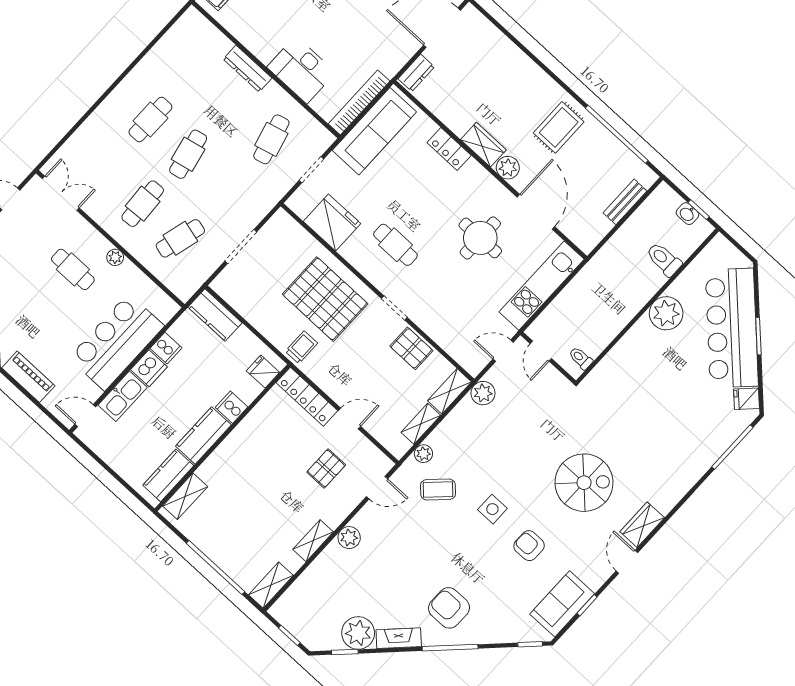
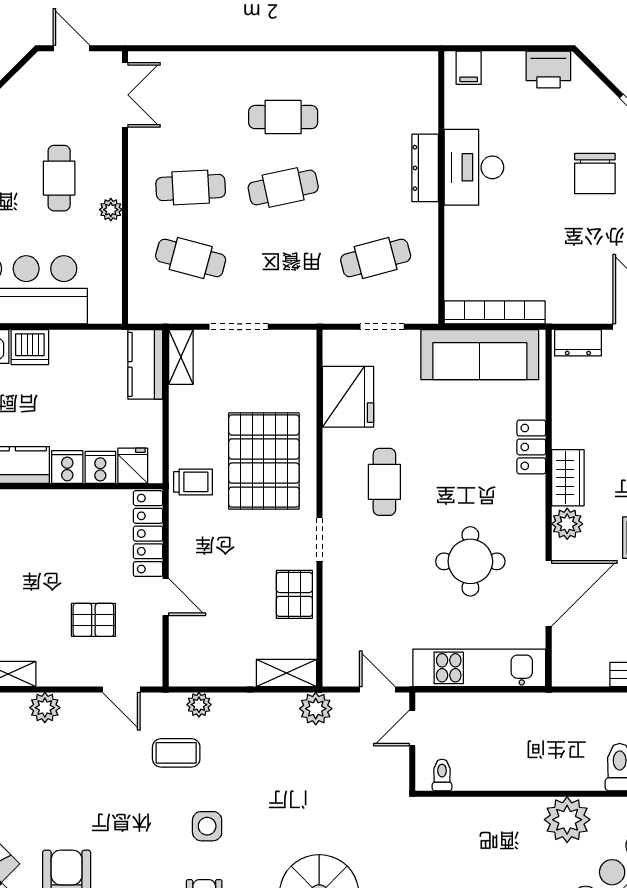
desk: (301, 70) -> (474, 167), moved
cooker: (166, 348) -> (100, 467), moved, turned 180
shelving: (421, 424) -> (181, 357), moved, turned 90
coffee table: (438, 490) -> (176, 753), turned -46

